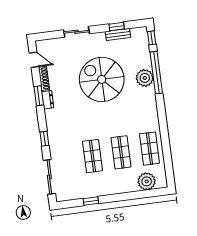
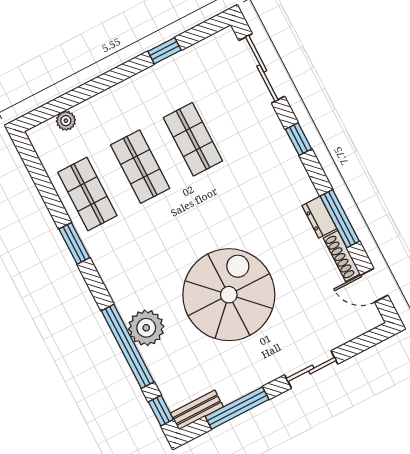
window: (117, 26) -> (237, 408), width x2.17
bench: (118, 34) -> (197, 410), moved
spiral stairs: (102, 79) -> (229, 295), turned -90
window: (39, 96) -> (340, 219), width x1.44
window: (164, 128) -> (74, 243), added
plant: (147, 181) -> (66, 121), width x0.53, depth x0.53

